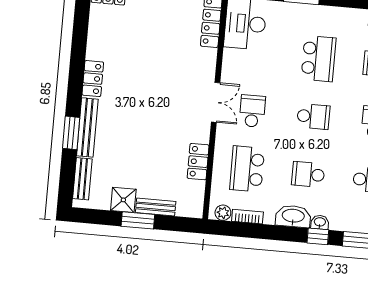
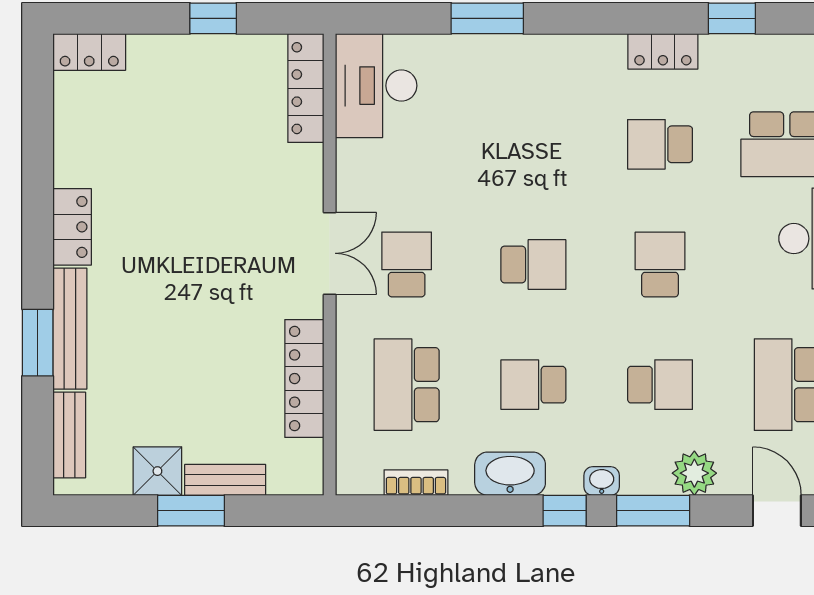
school desk: (319, 59) -> (533, 144), removed
locker: (198, 162) -> (304, 379), width x1.53
plant: (223, 213) -> (365, 479), removed
washbasin: (320, 222) -> (602, 481), moved

